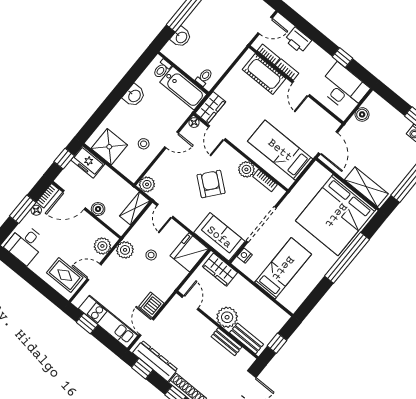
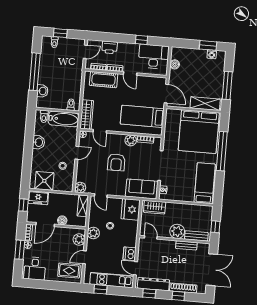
wardrobe: (211, 107) -> (87, 114), width x1.50
armchair: (211, 184) -> (116, 162), turned -129
bed: (283, 268) -> (205, 183), moved

